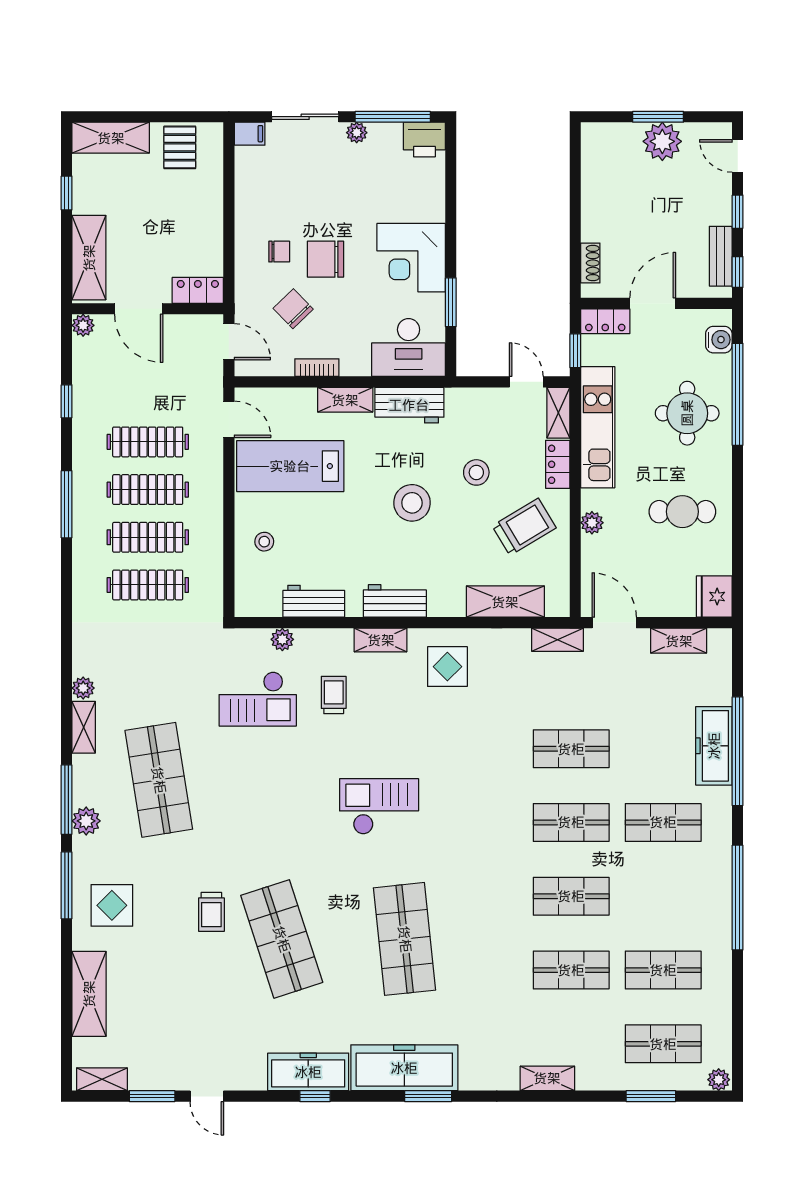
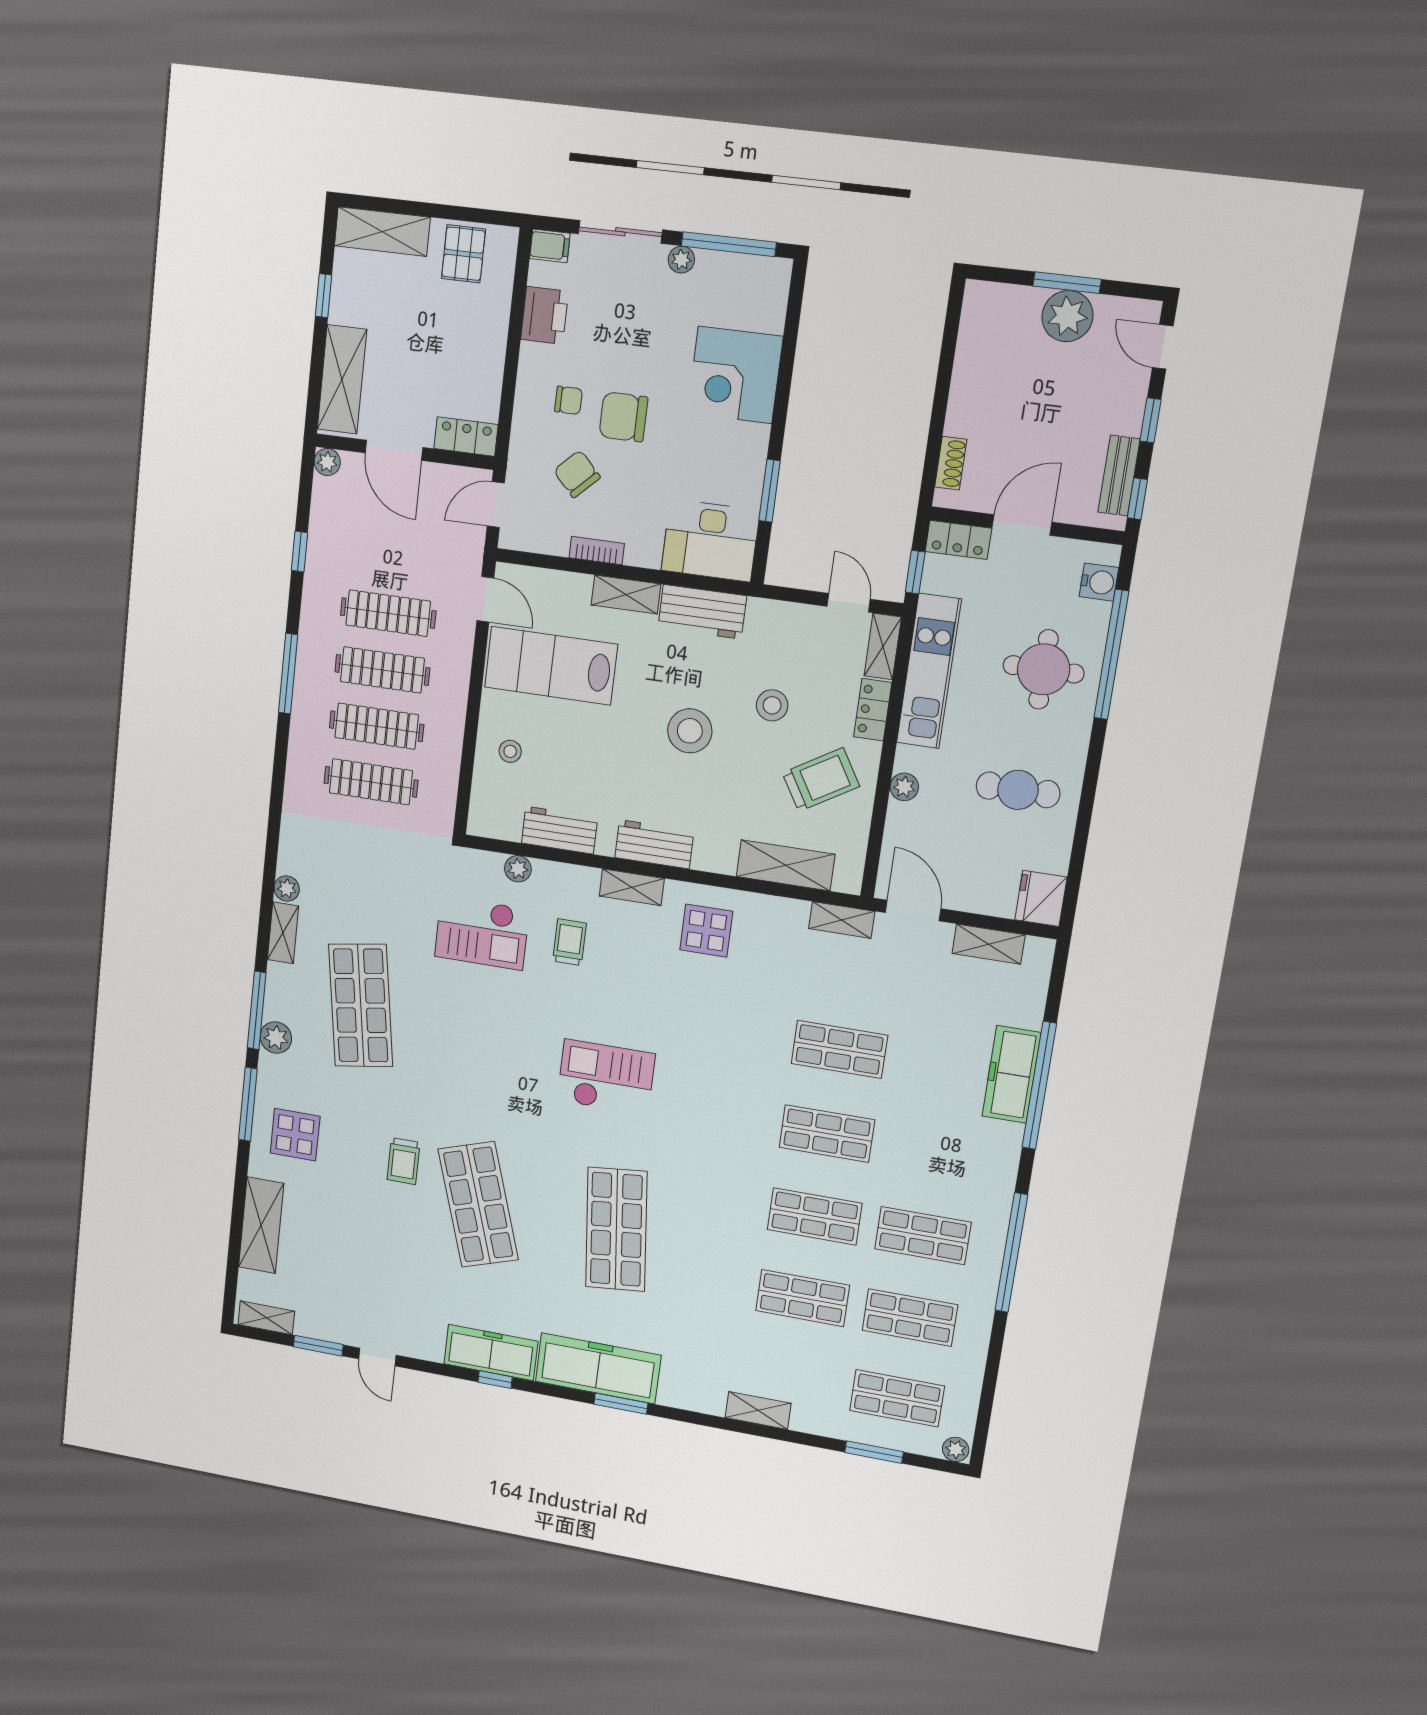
printer: (424, 139) -> (544, 315), moved, turned -90
corner desk: (411, 258) -> (735, 375), moved
door: (229, 342) -> (496, 505), swing flipped
shop shelf: (663, 822) -> (923, 1236), moved

